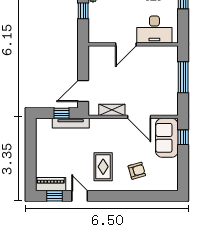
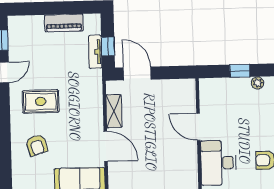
door: (139, 117) -> (106, 146), swing flipped
tv unit: (71, 123) -> (95, 52), width x0.71
piano: (51, 184) -> (64, 23), moved, turned 90

